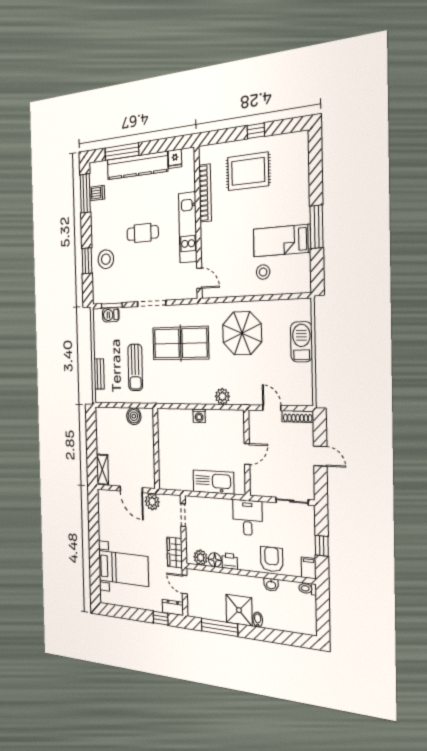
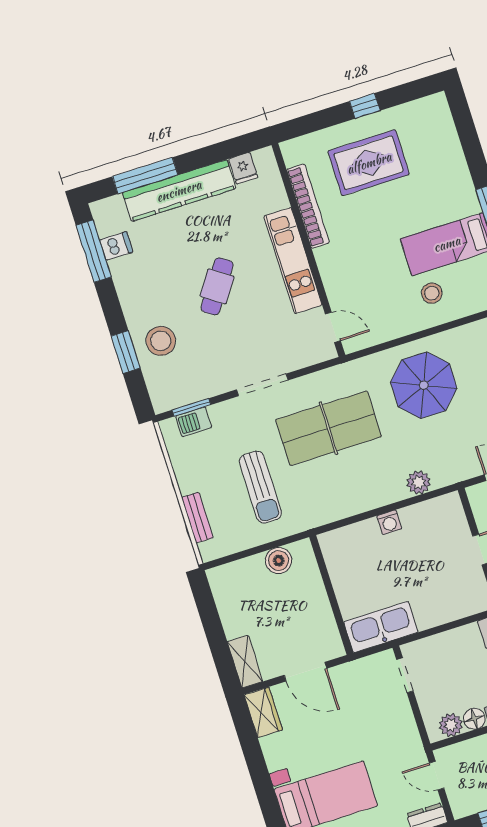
cafe table: (143, 233) -> (217, 286), turned -56
kitchen sink: (213, 482) -> (381, 627), moved
plant: (152, 502) -> (347, 676), removed
wardrobe: (175, 553) -> (263, 712), moved, turned 180

